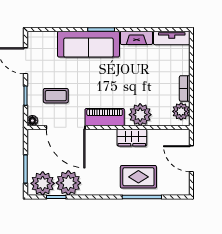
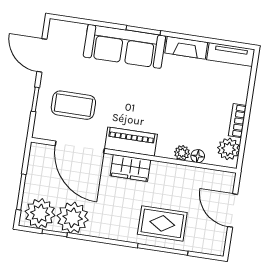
coffee table: (56, 96) -> (73, 105), width x1.36, depth x1.30
plant: (140, 115) -> (182, 153), width x0.53, depth x0.53
floor lamp: (32, 121) -> (198, 156), moved
wardrobe: (132, 138) -> (130, 168), moved

